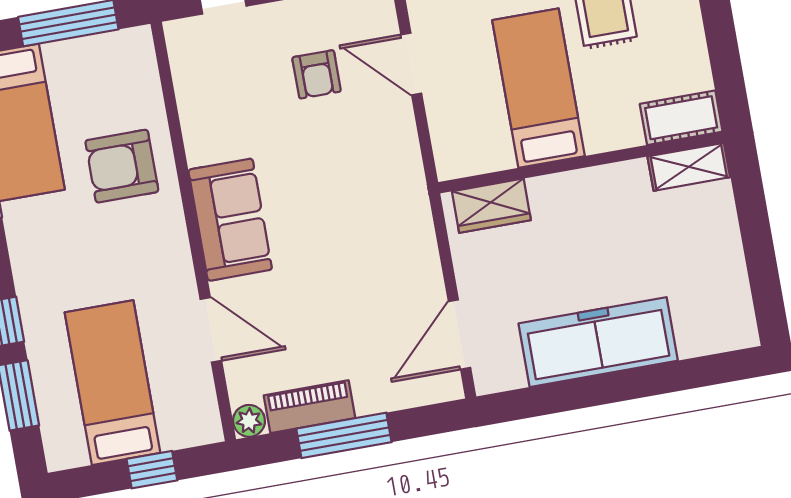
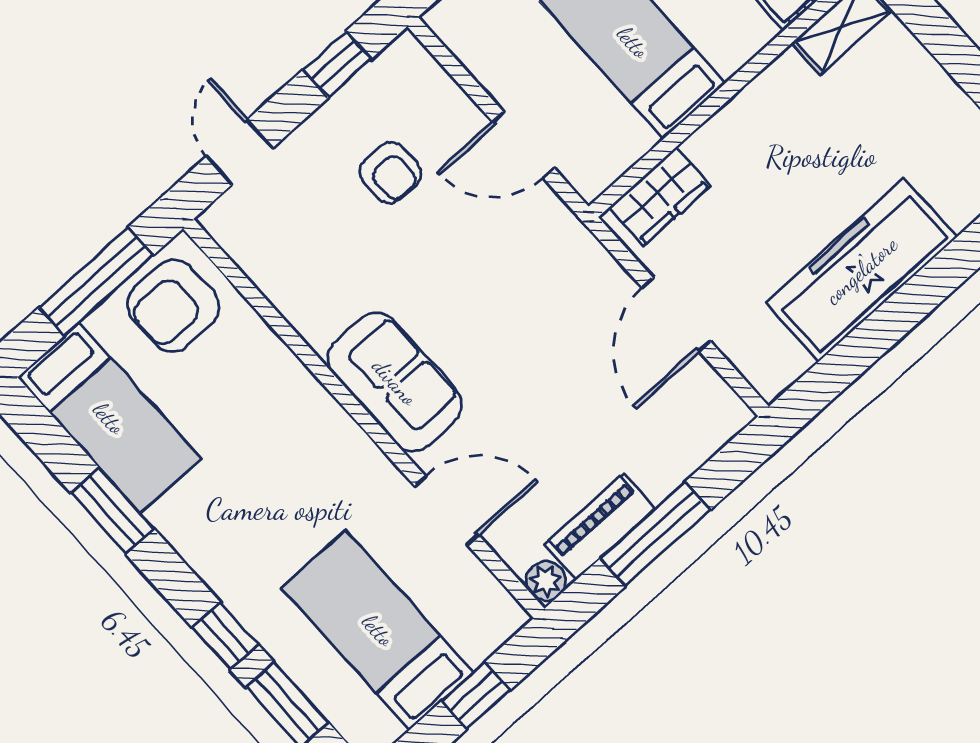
door: (411, 64) -> (523, 145), moved
armchair: (122, 166) -> (173, 306), moved
door: (459, 334) -> (676, 314), moved

